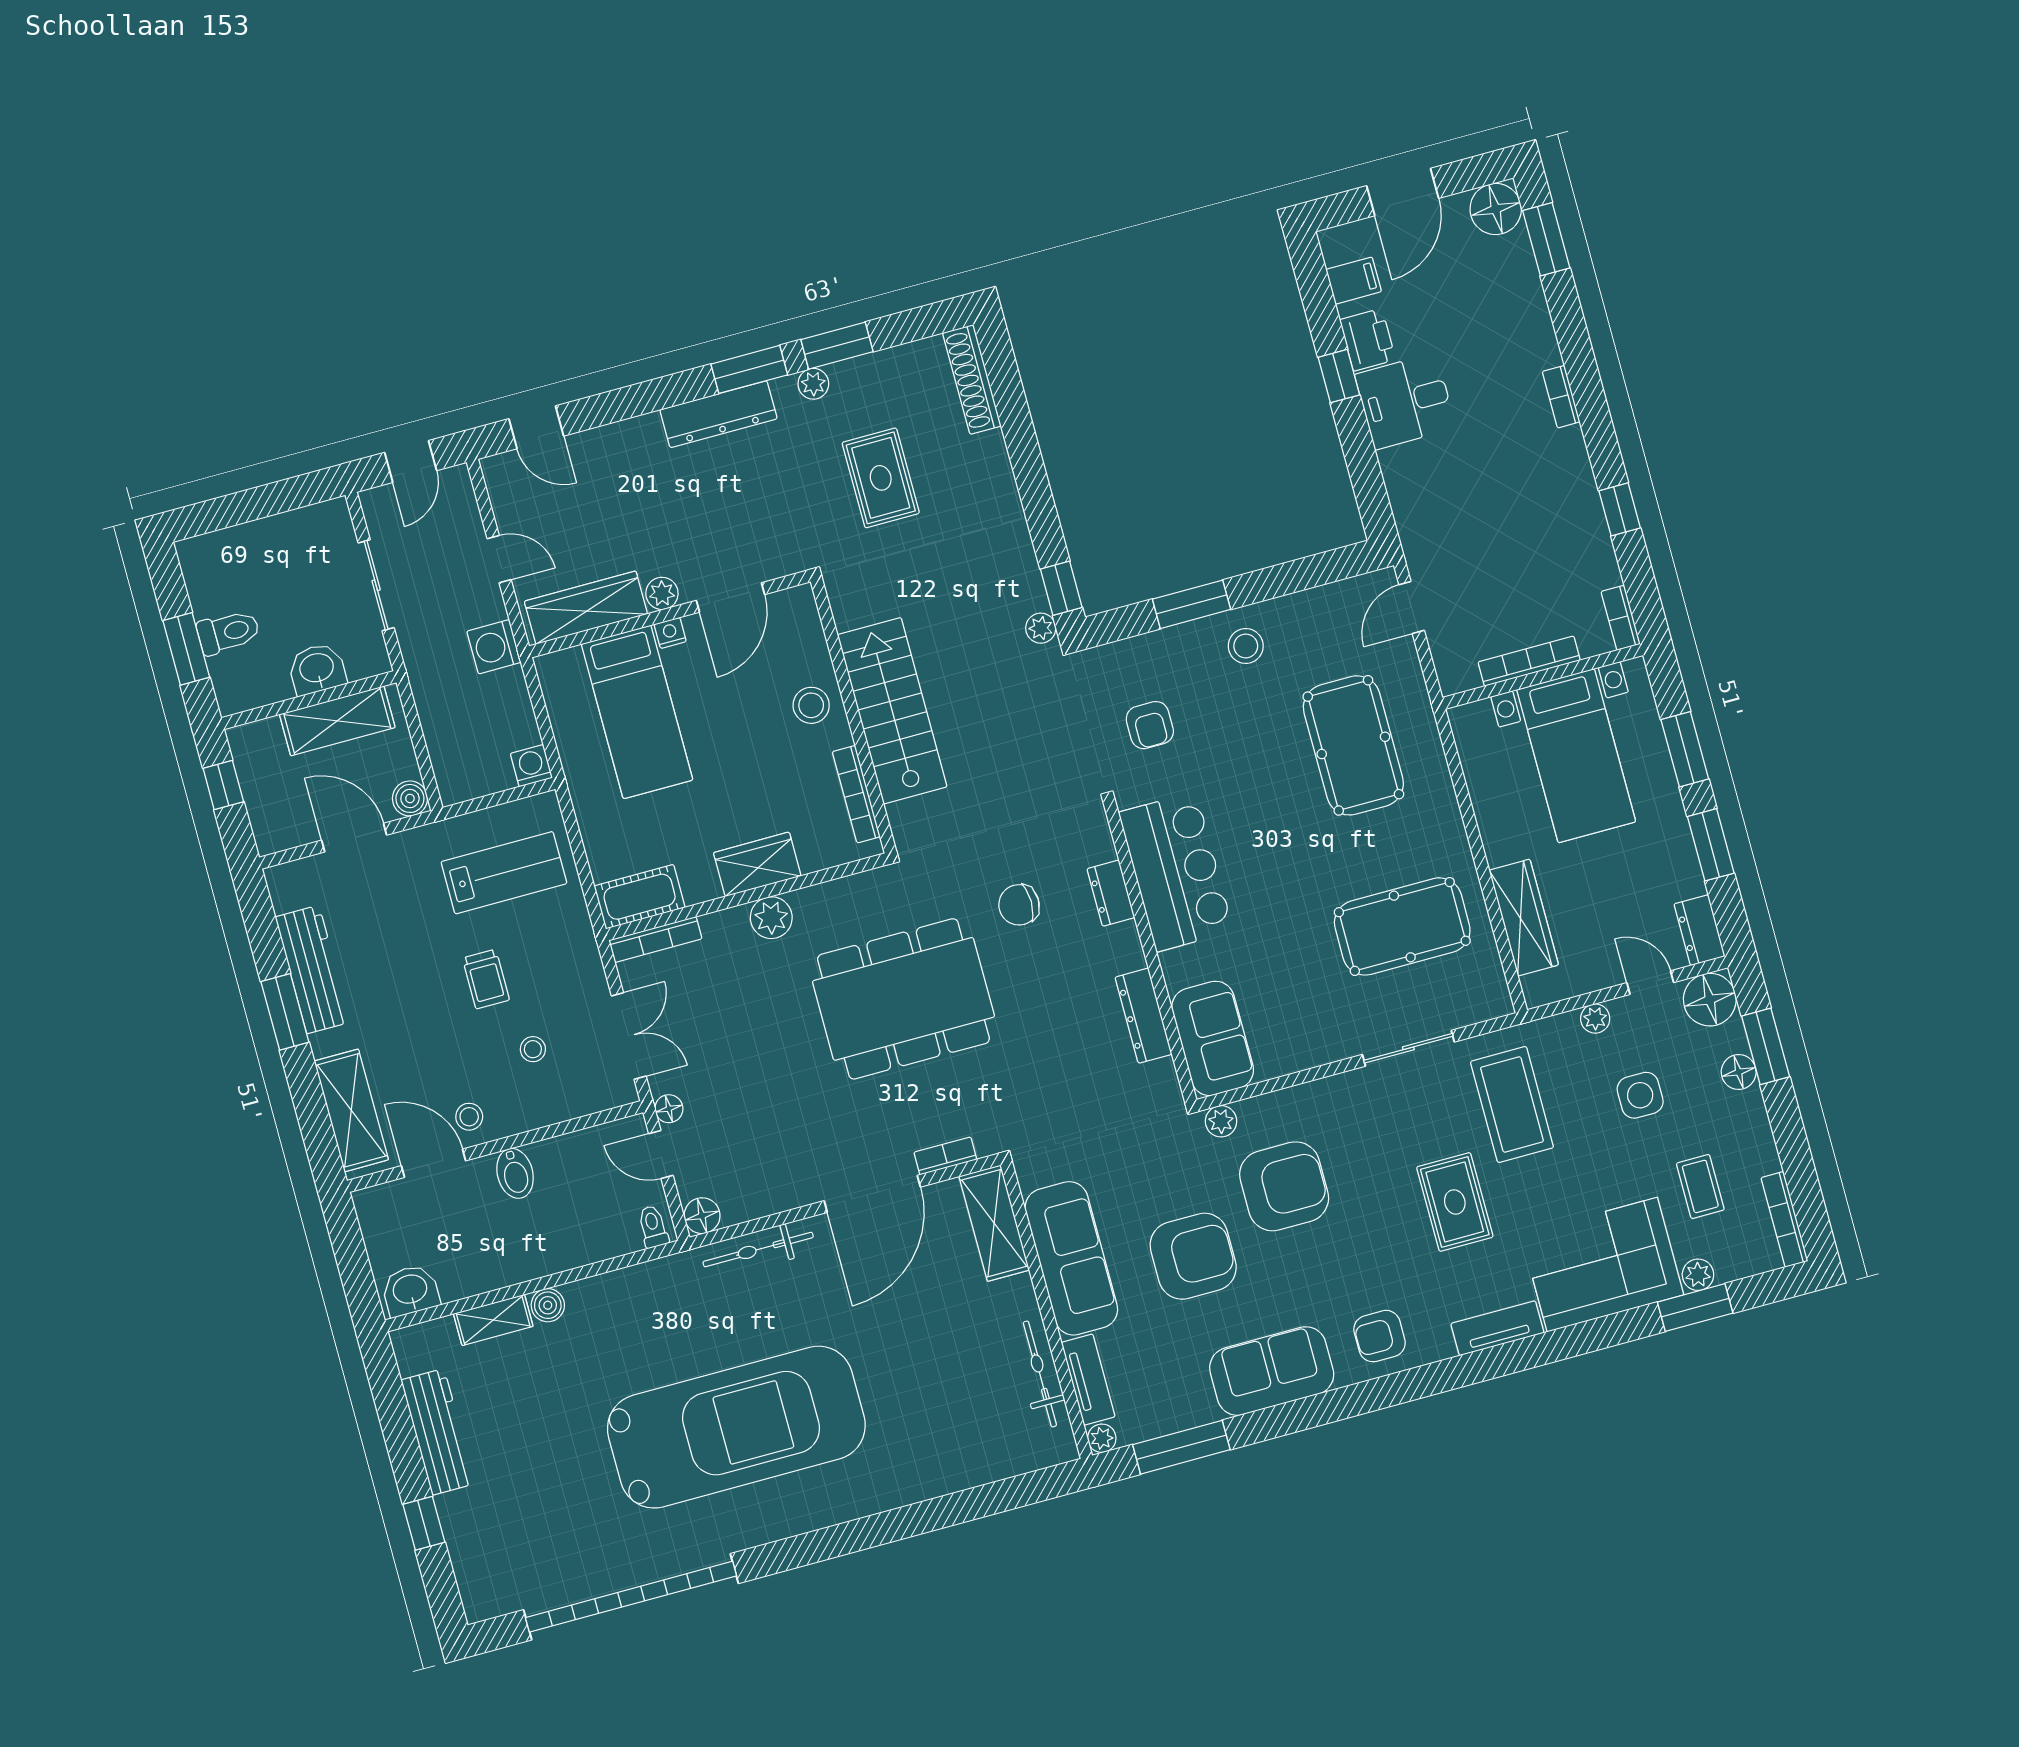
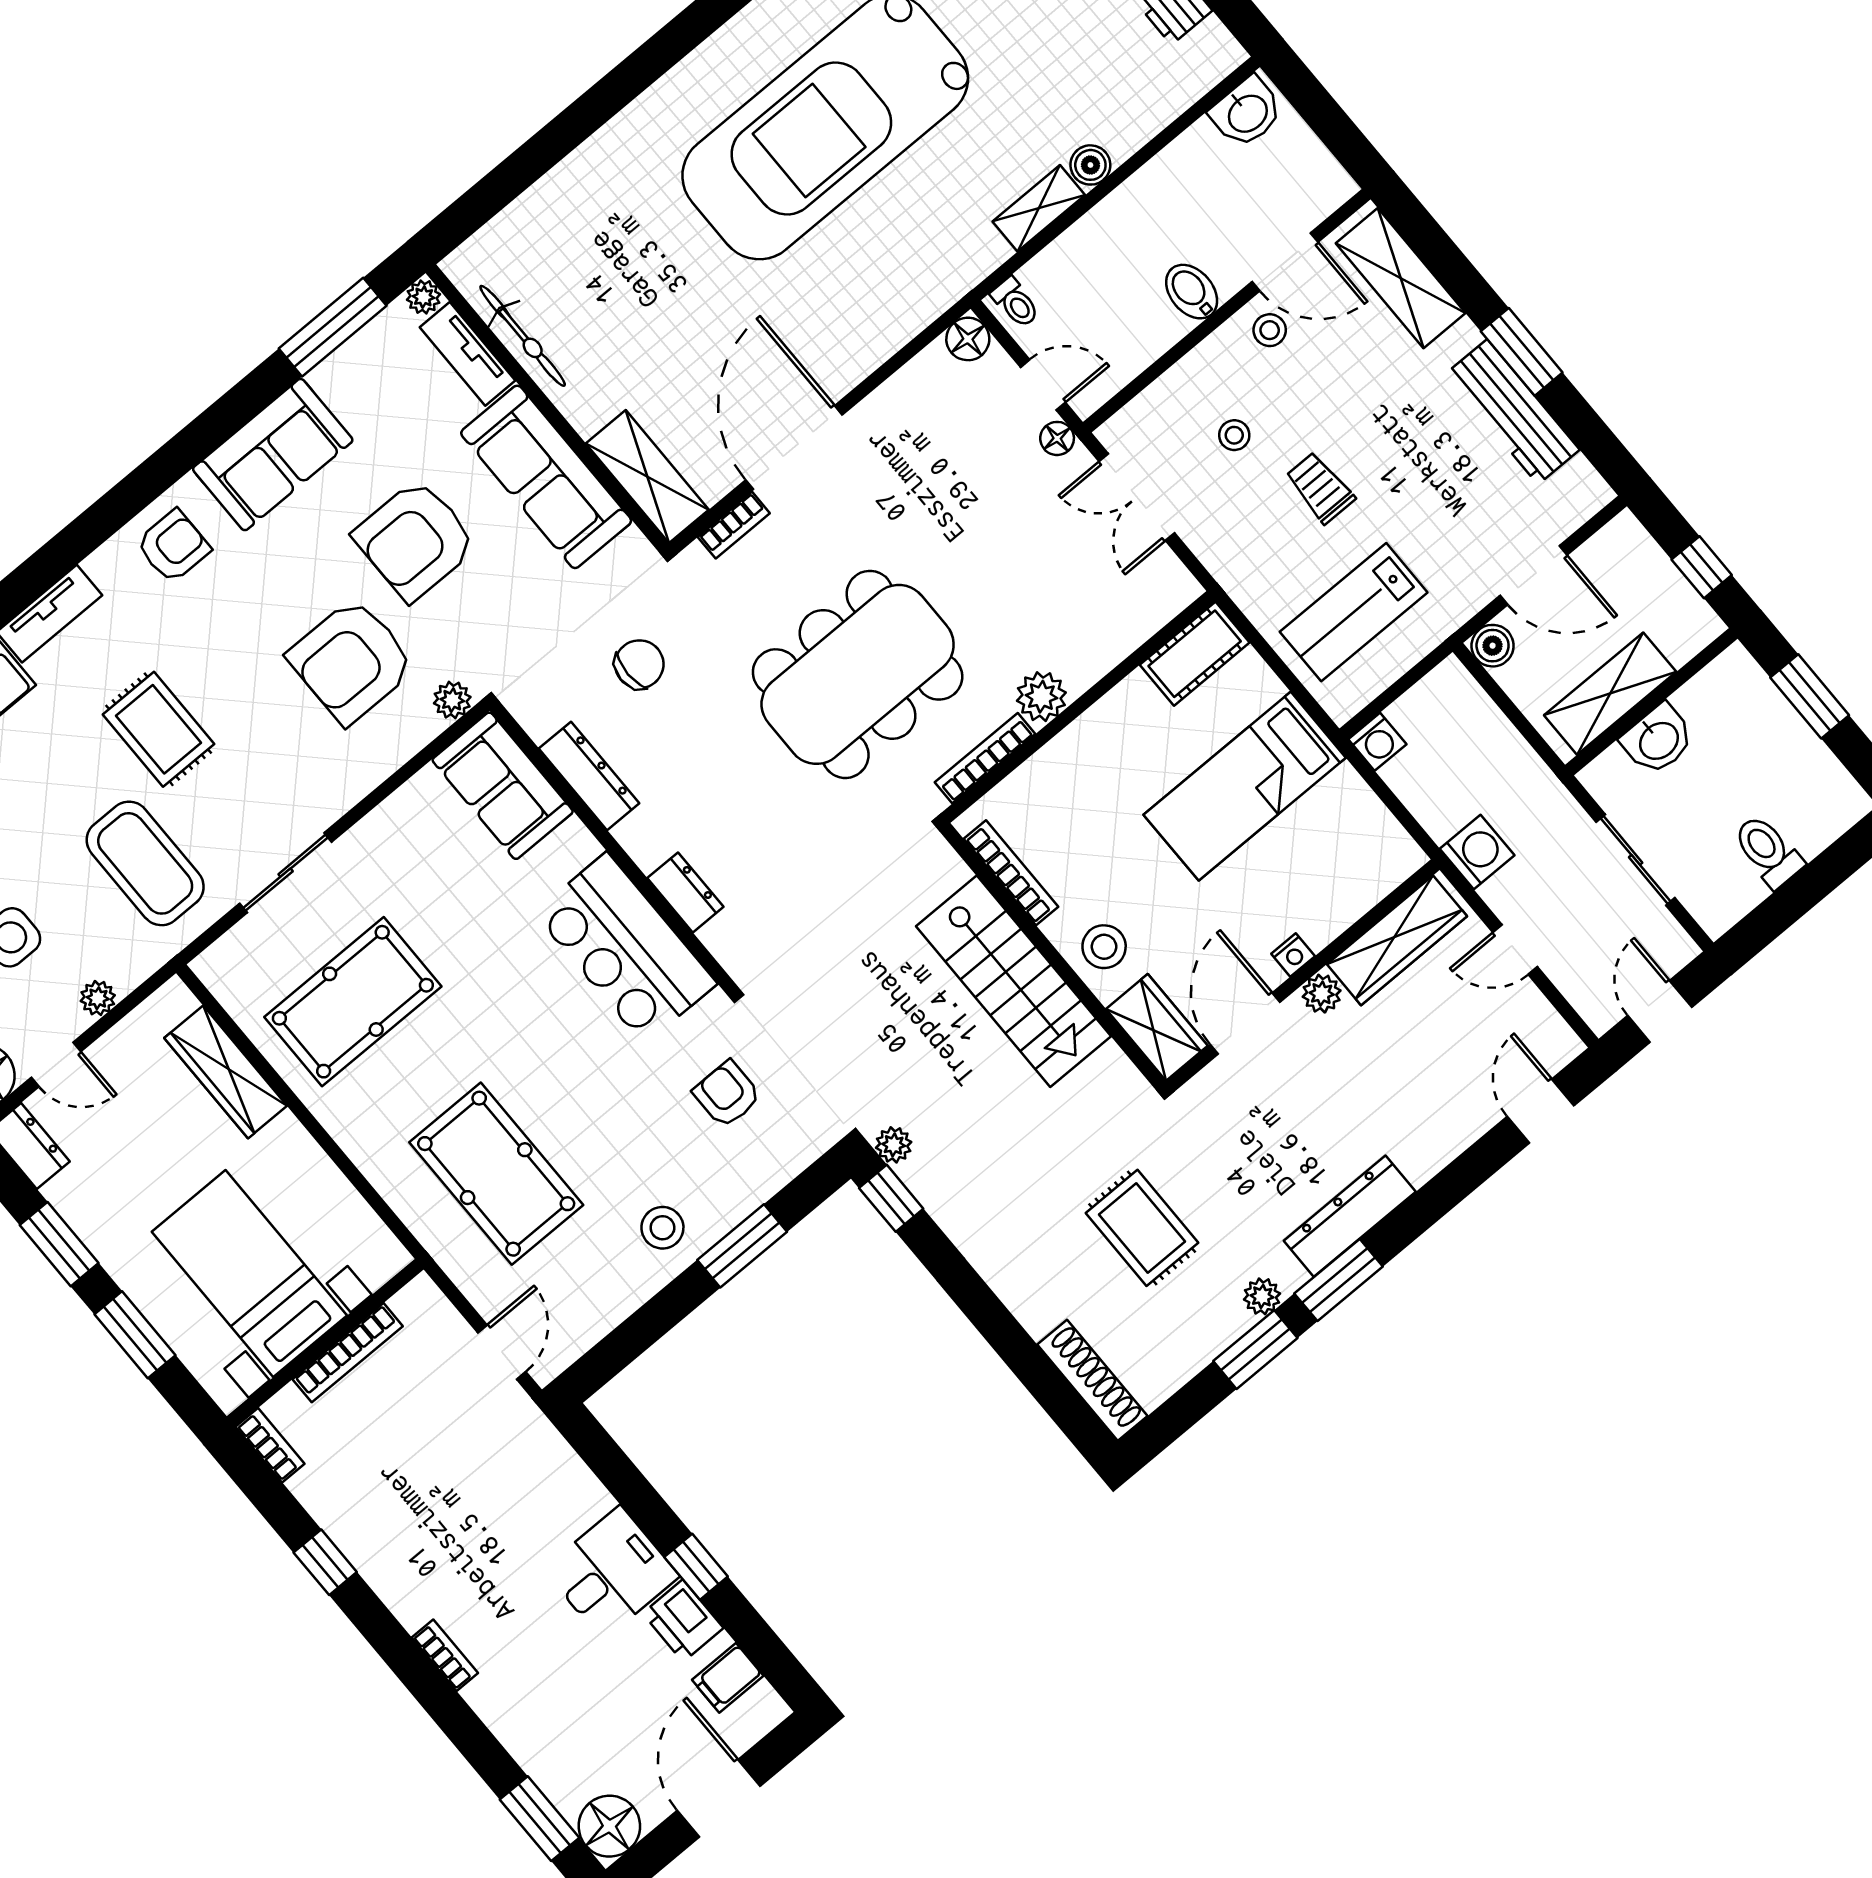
door: (536, 427) -> (1541, 1111), hinge flipped
toilet: (228, 632) -> (1768, 851), moved, turned 90
bed: (637, 712) -> (1245, 786), moved, turned -90
wardrobe: (757, 864) -> (1157, 1027), moved, turned -90
chair: (1019, 905) -> (639, 664), moved
bookcase: (655, 939) -> (985, 758), moved
bicycle: (758, 1249) -> (890, 330), removed
shelving: (493, 1320) -> (1039, 208), moved

